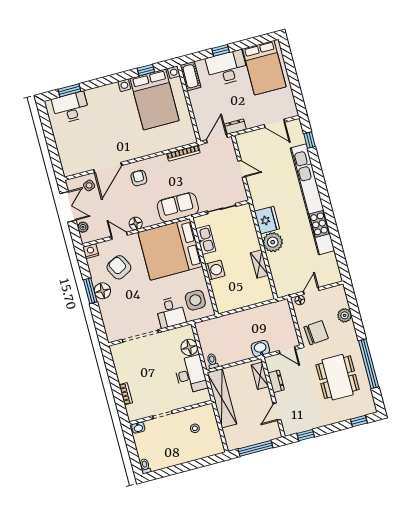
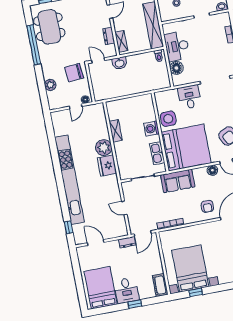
desk: (227, 68) -> (127, 290), width x0.73
side table: (195, 300) -> (168, 119), moved
dining table: (338, 377) -> (49, 27), moved

